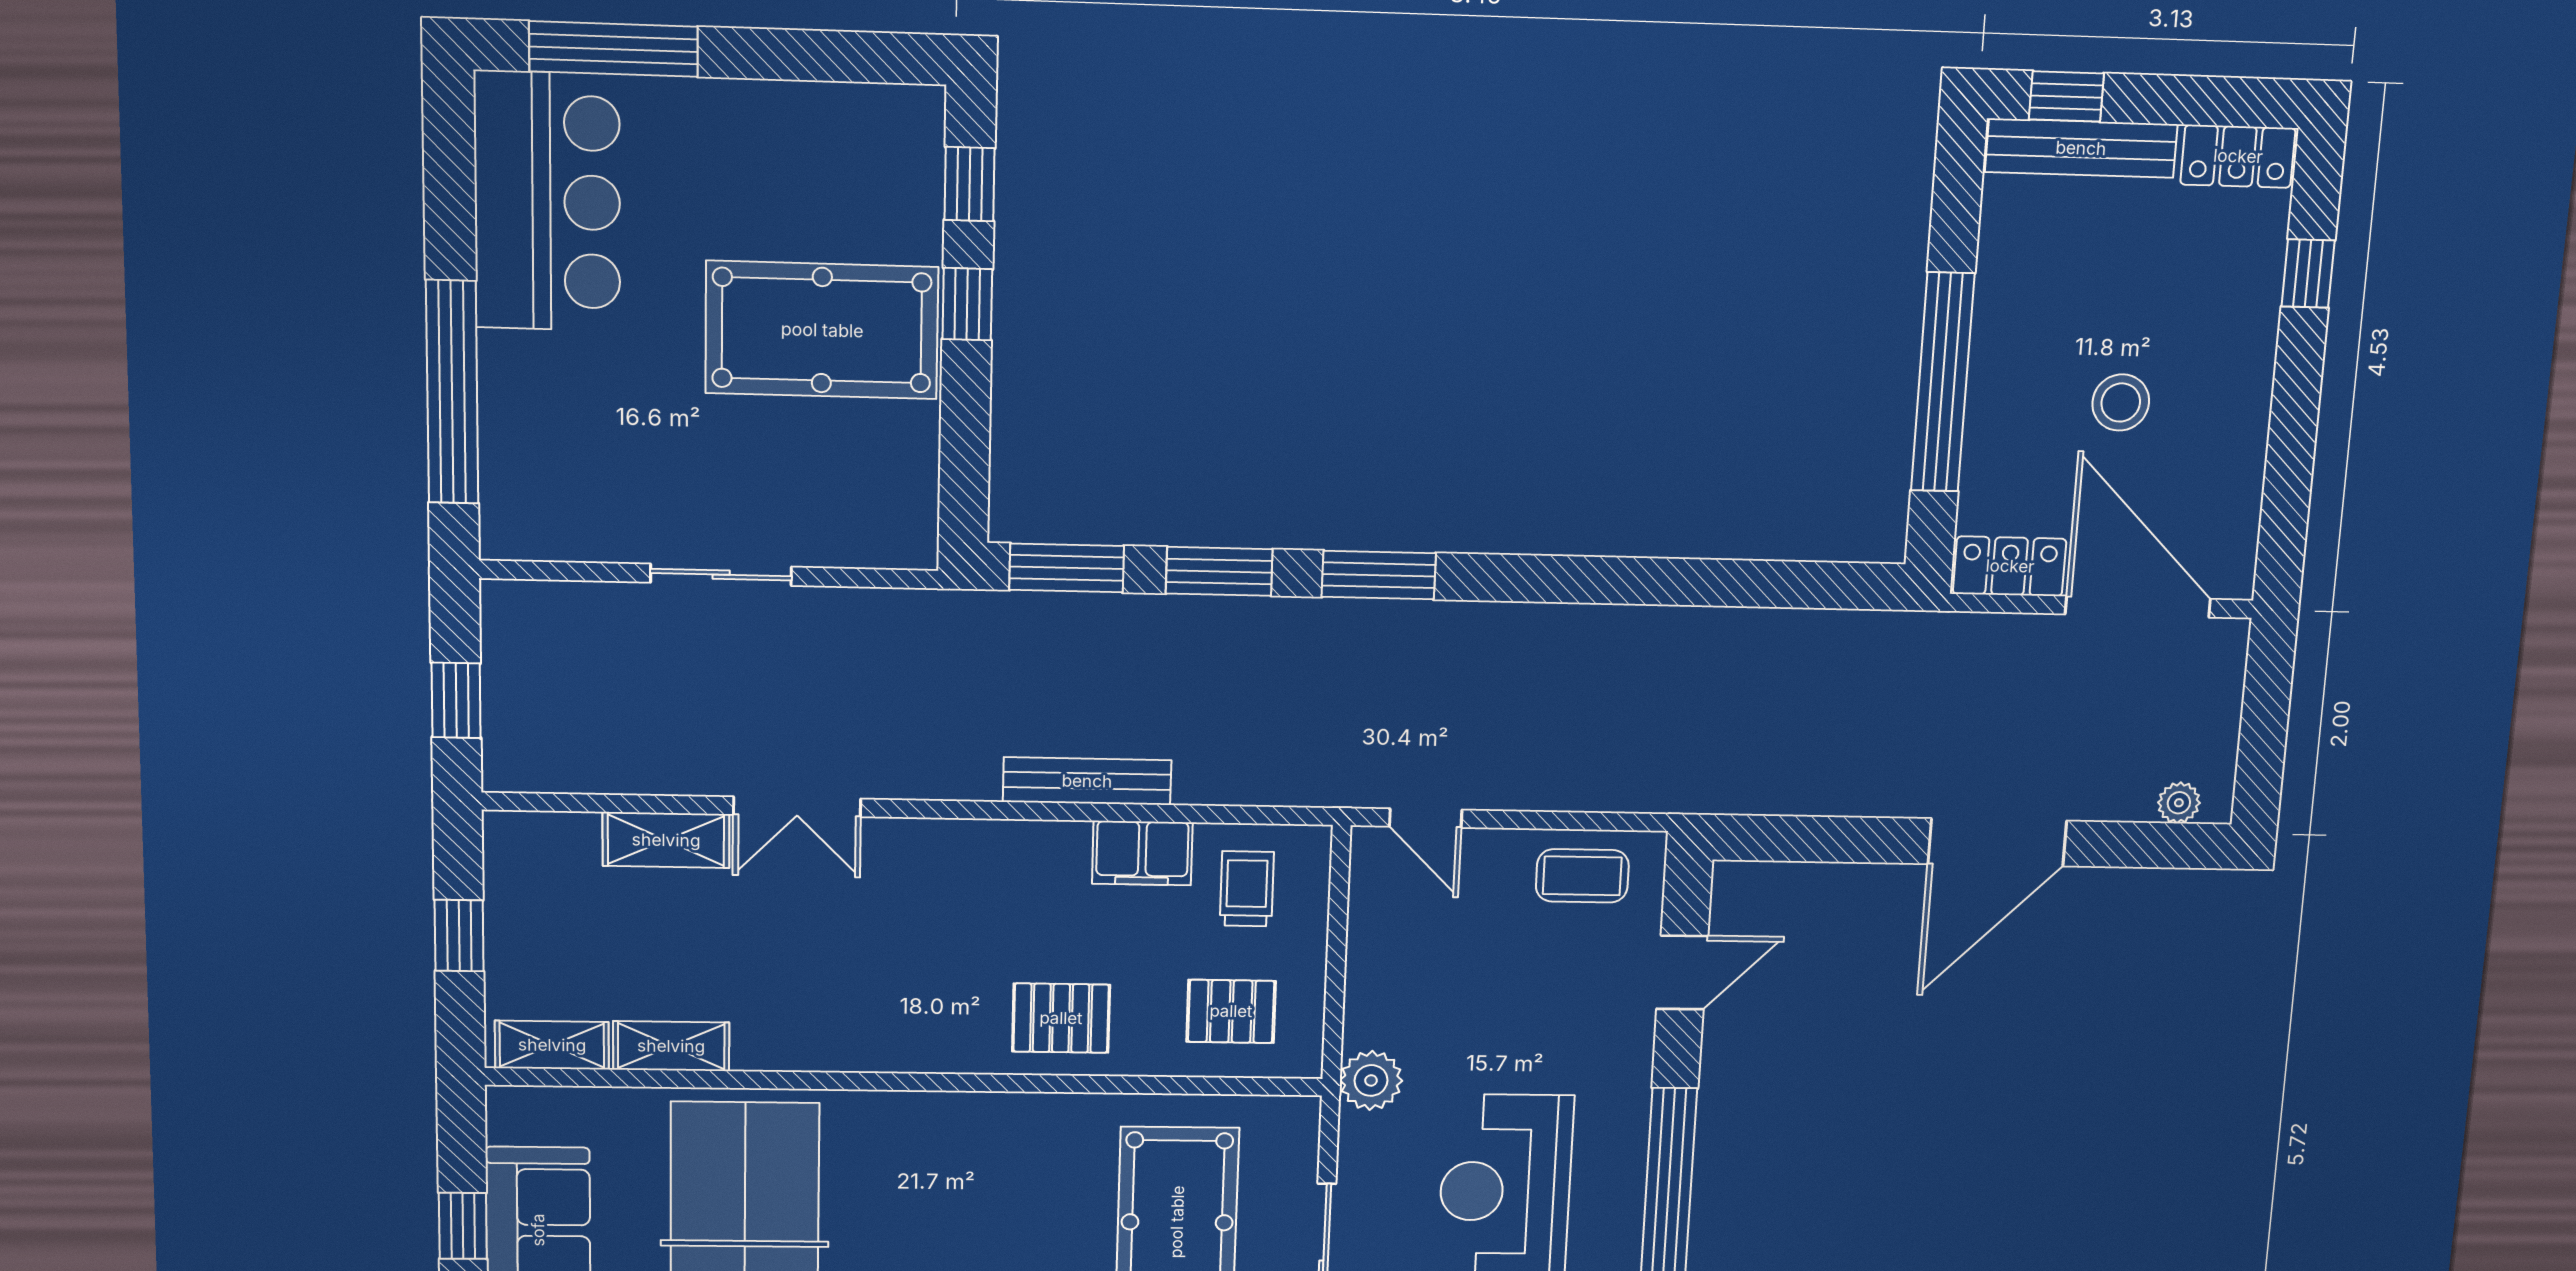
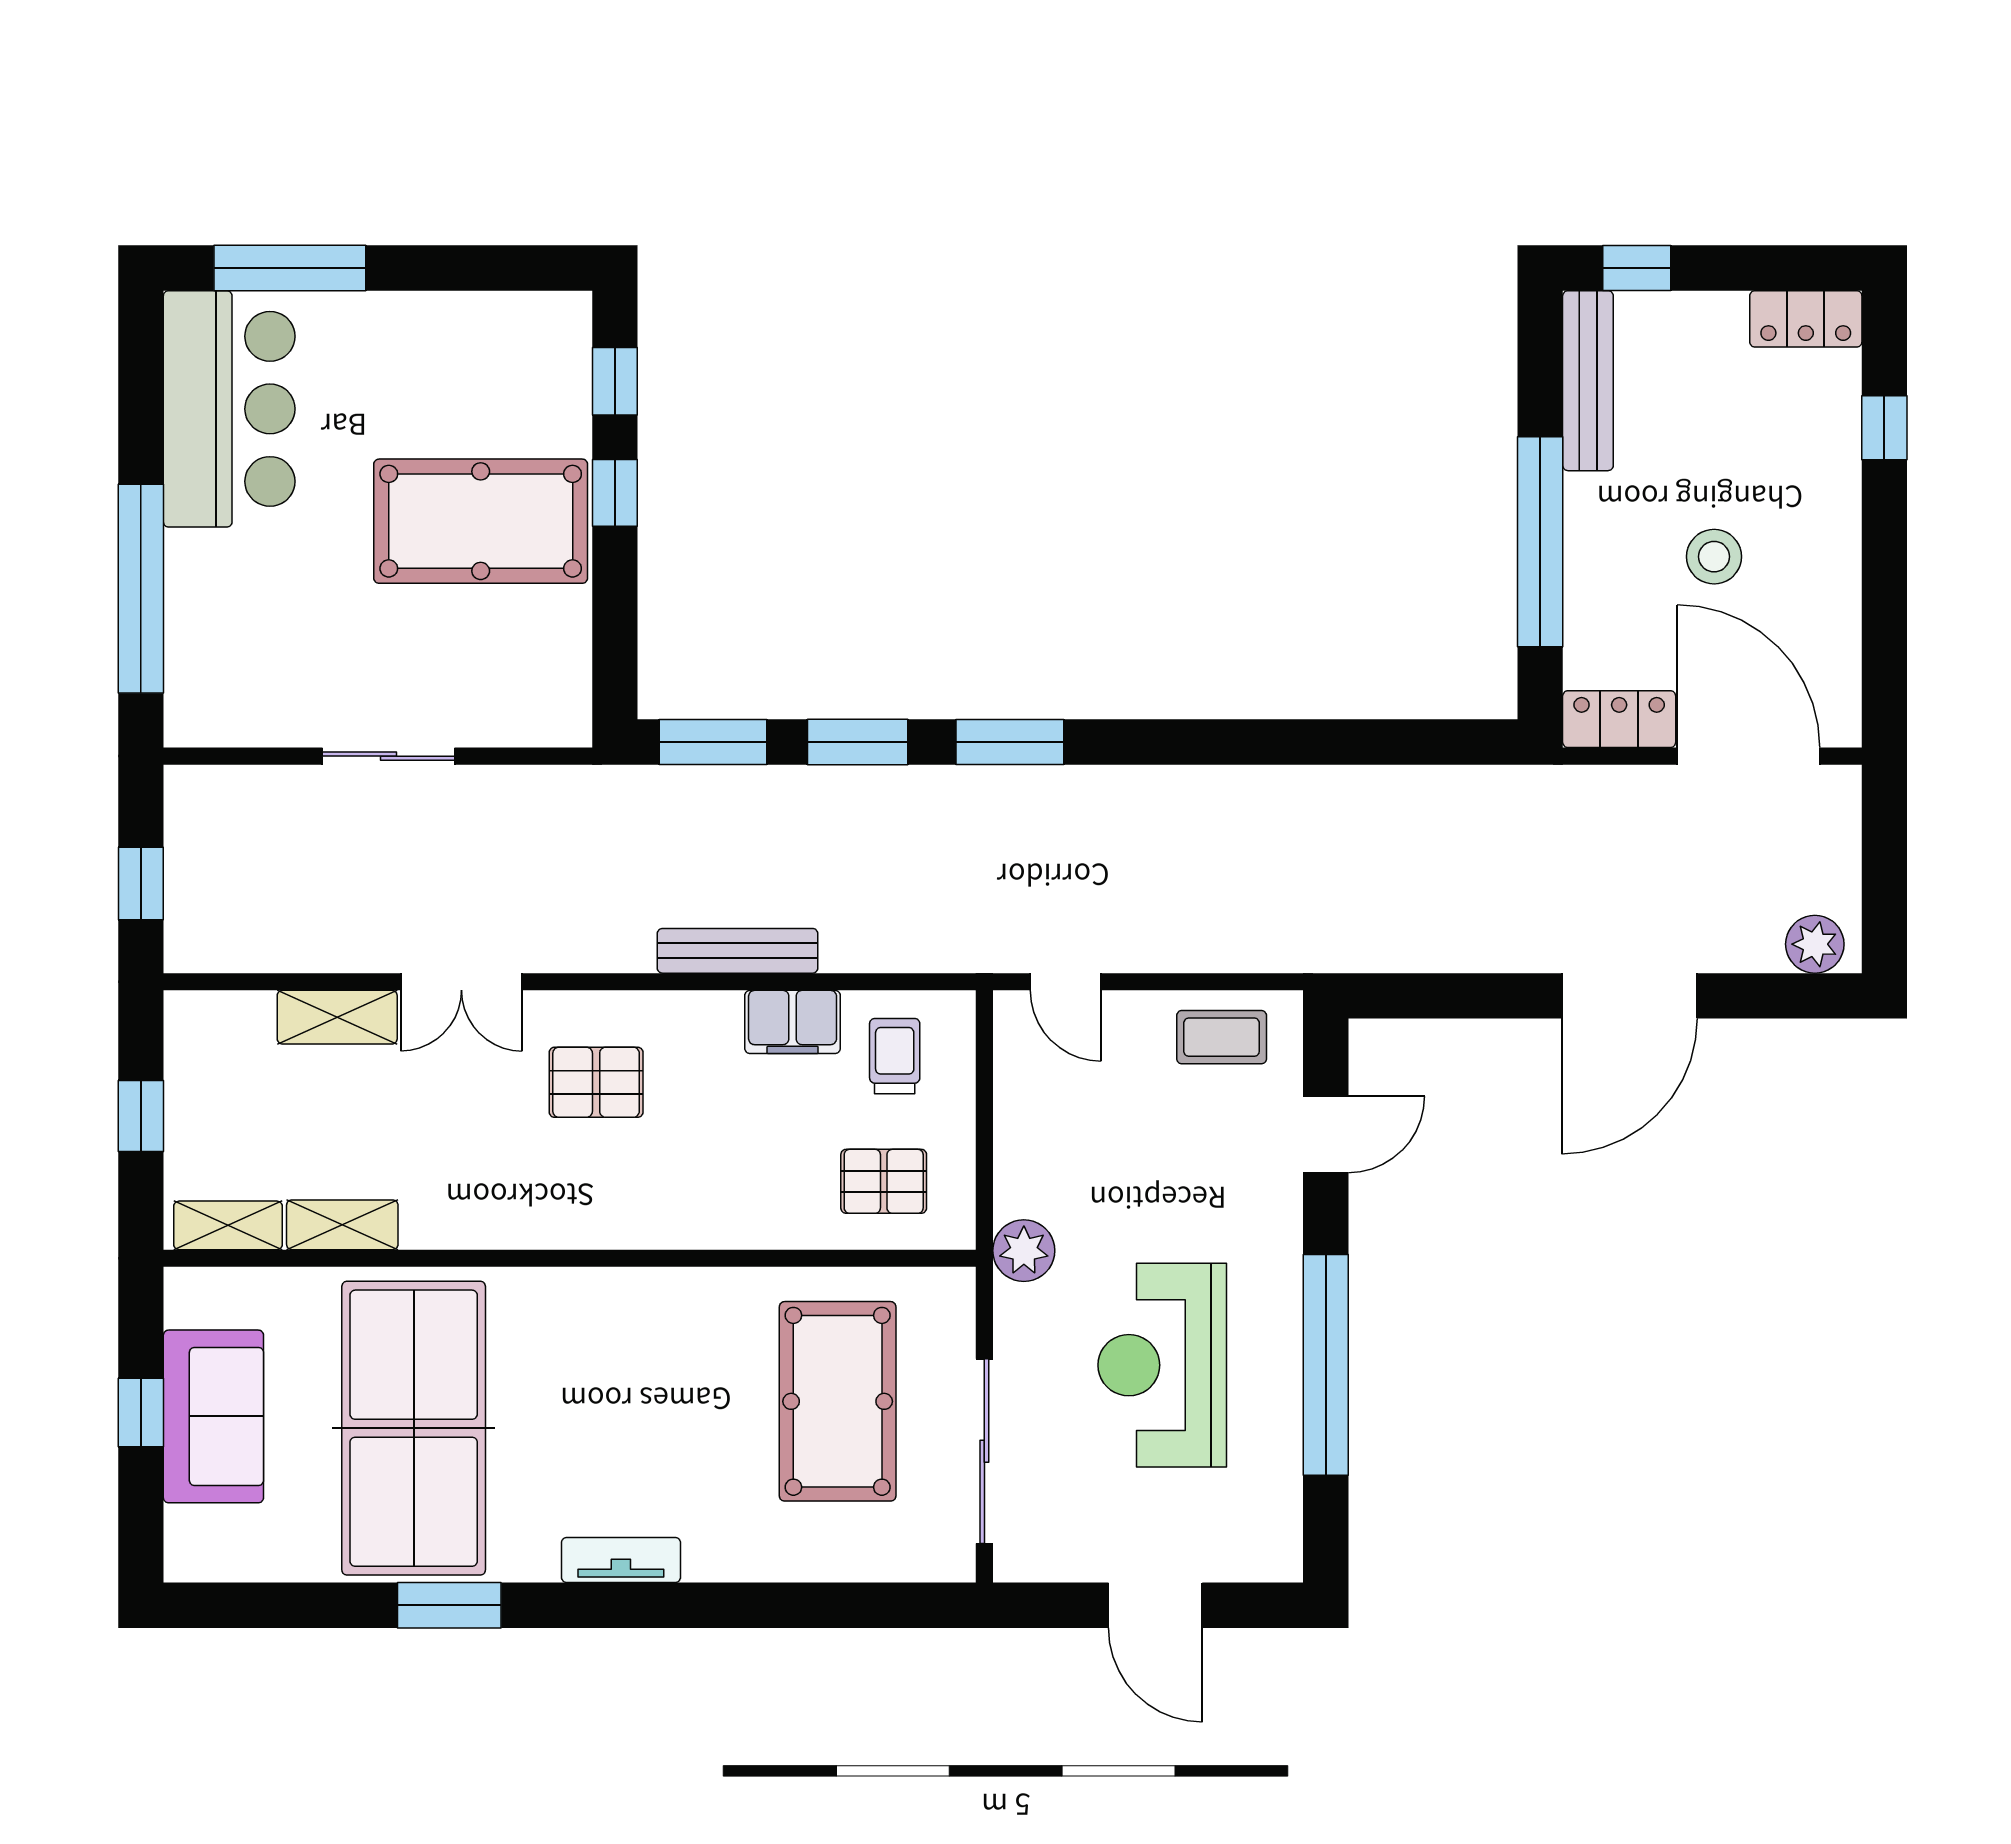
bench: (2081, 148) -> (1588, 381), moved, turned 90
plant: (2179, 803) -> (1815, 944), width x1.38, depth x1.38
pallet: (1061, 1018) -> (596, 1082), moved

